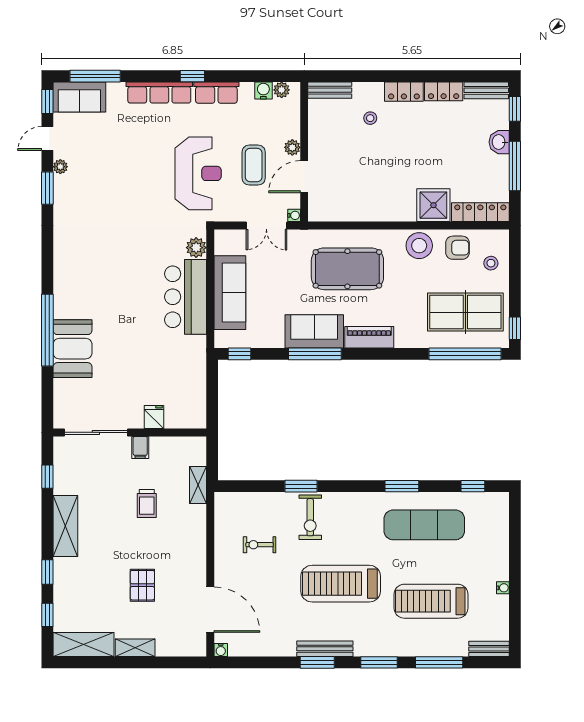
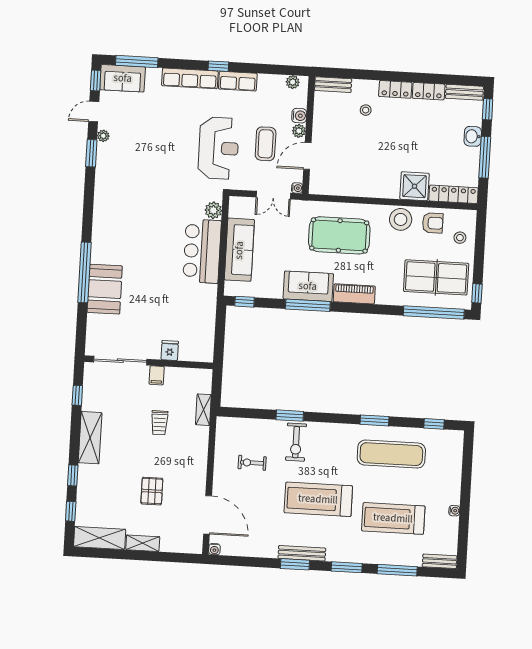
water cooler: (263, 90) -> (299, 116), moved, turned 90

